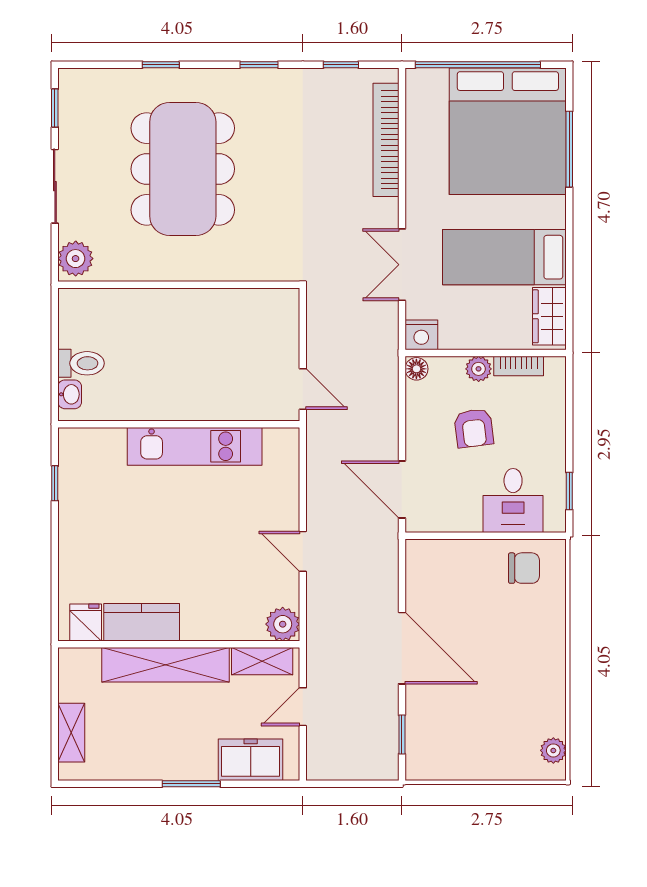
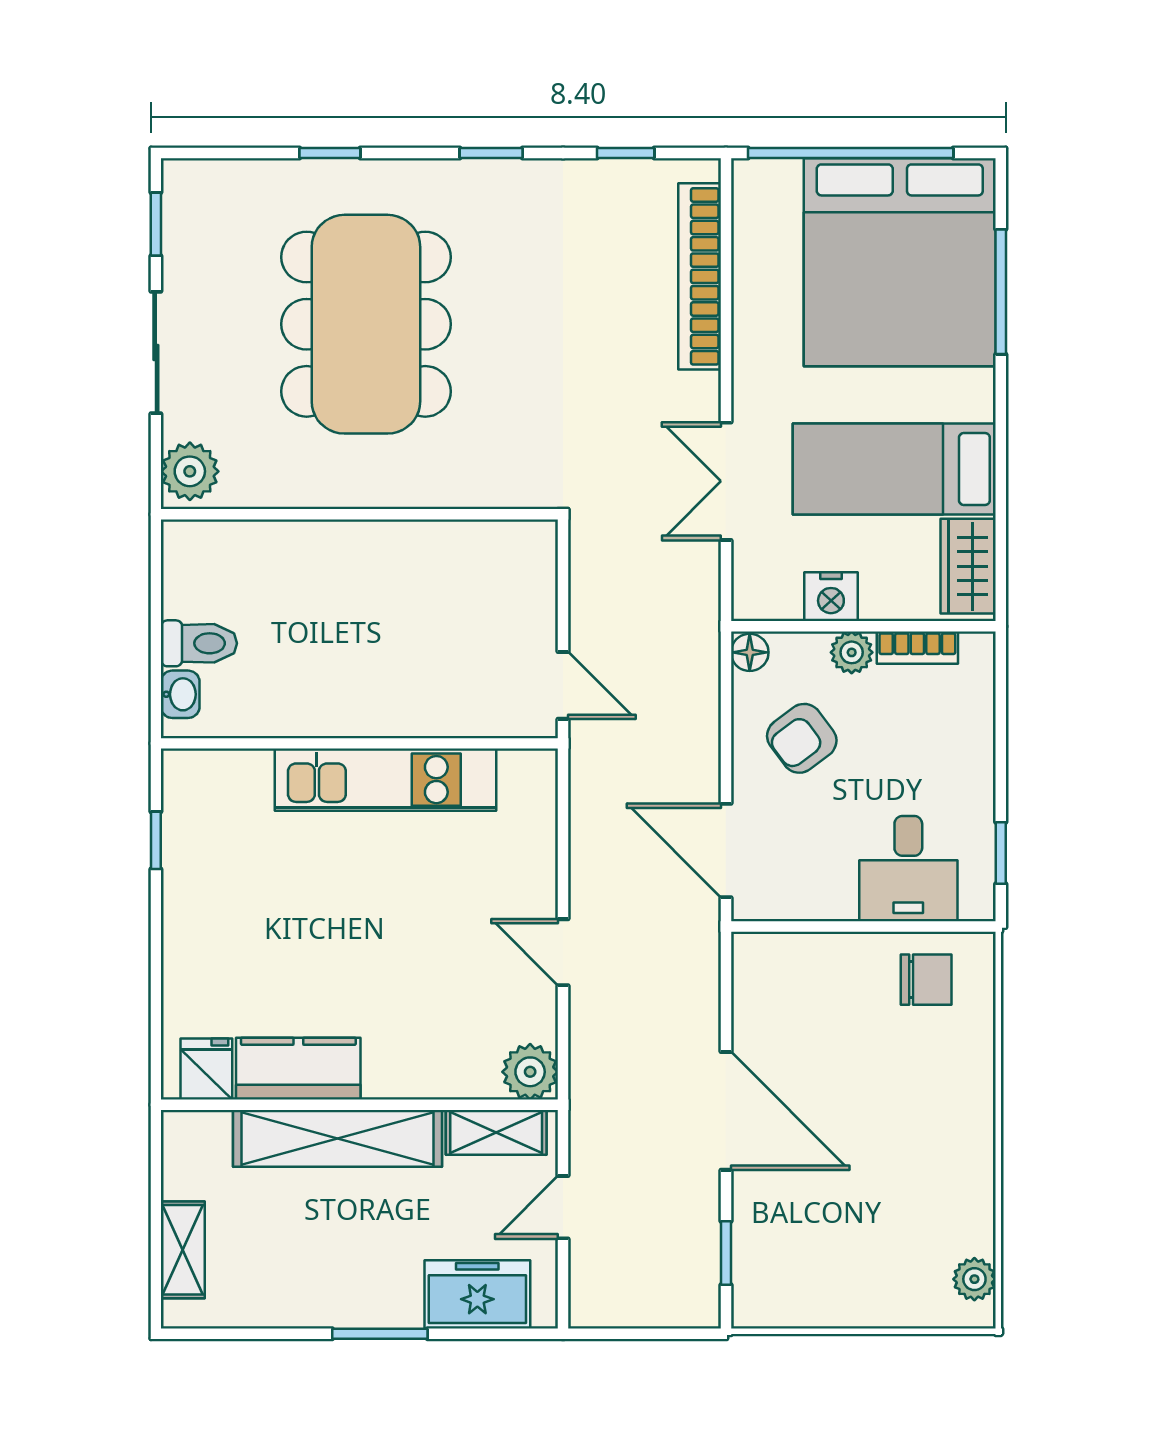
nightstand: (421, 335) -> (831, 597), moved
armchair: (474, 428) -> (802, 738), moved, turned 60

